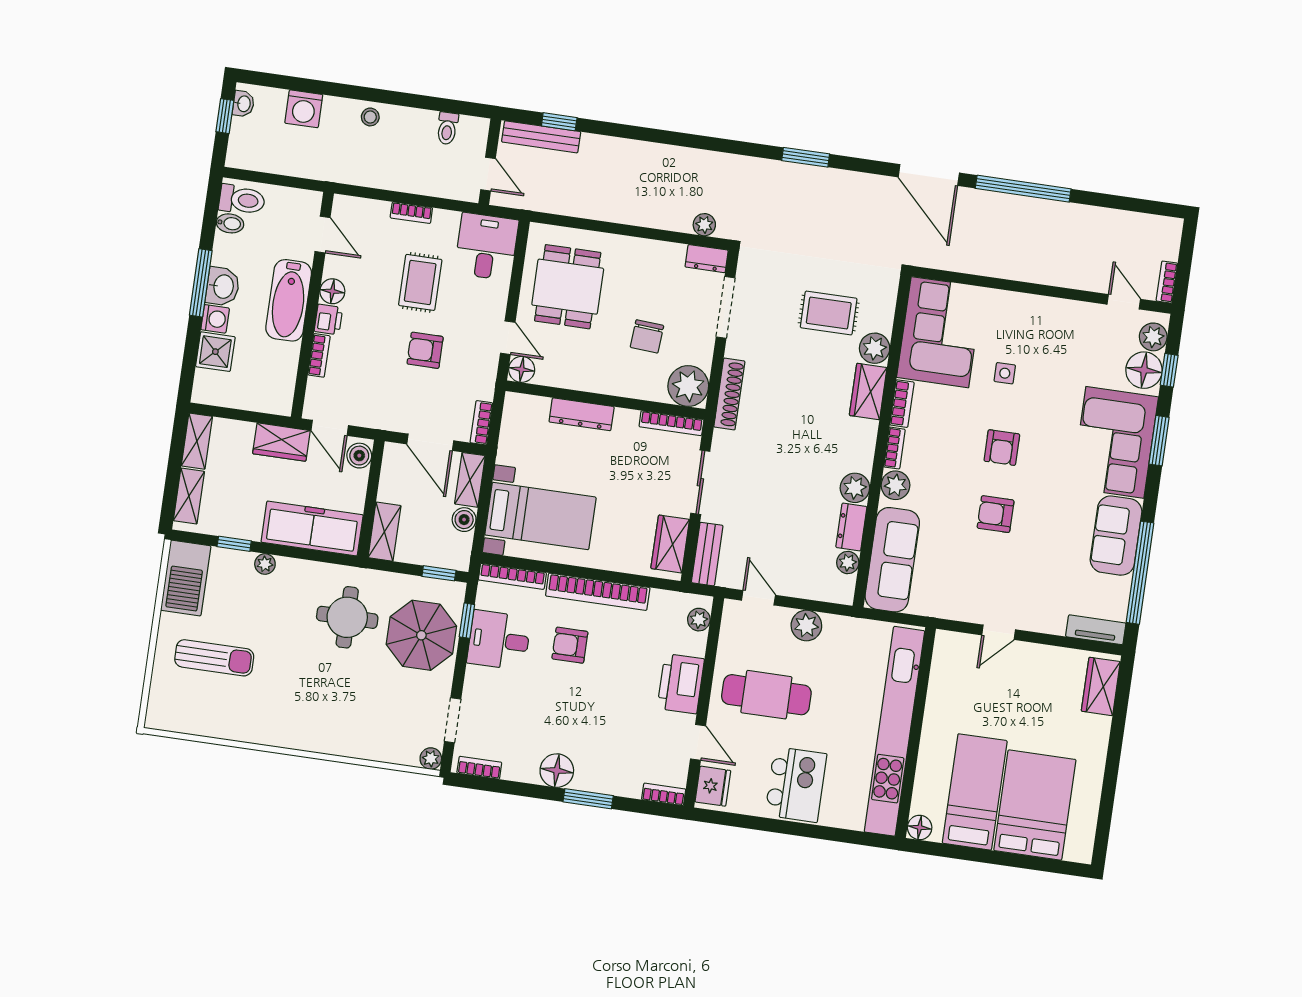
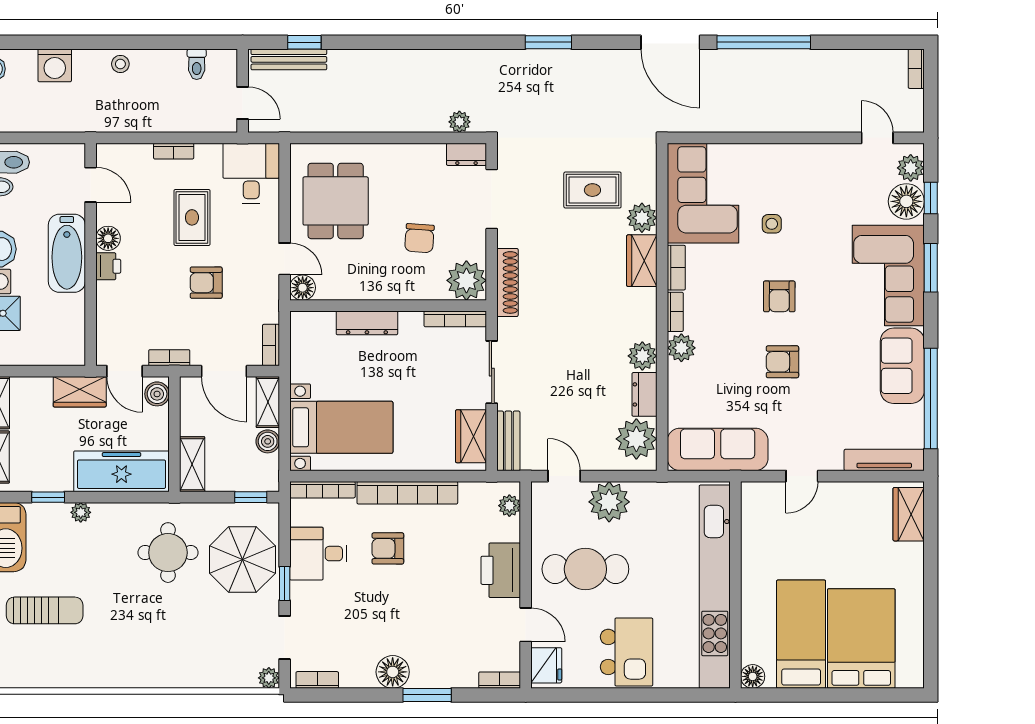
bookcase: (1167, 282) -> (916, 69), moved
bookcase: (319, 355) -> (169, 358), moved, turned -90
sofa: (892, 560) -> (718, 449), moved, turned -90
plant: (848, 563) -> (636, 439), width x1.88, depth x1.88
window: (467, 621) -> (285, 583), moved
plant: (806, 626) -> (609, 502), width x1.36, depth x1.36
tv unit: (1096, 630) -> (884, 460), width x1.41

